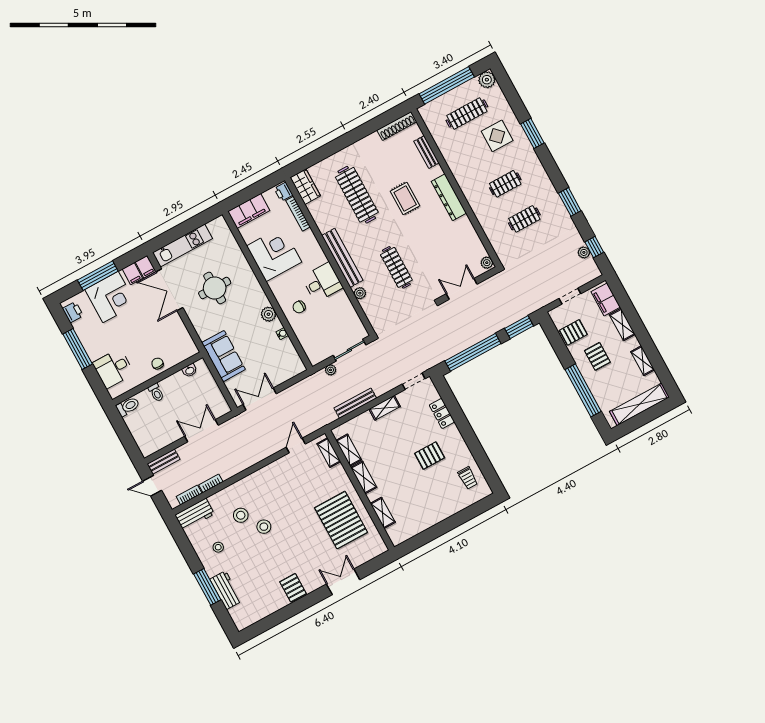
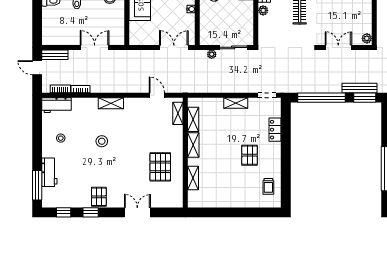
double door: (260, 399) -> (174, 47), moved
bench: (355, 403) -> (359, 88), moved
door: (296, 446) -> (157, 95), hinge flipped
pallet: (430, 456) -> (250, 155), turned 90
shelving: (251, 481) -> (111, 103), added
stool: (241, 515) -> (90, 124), removed
pallet: (341, 520) -> (160, 167), width x0.73, depth x0.71
window: (207, 587) -> (37, 185), moved
window: (293, 609) -> (91, 212), added
window: (264, 625) -> (64, 212), added

